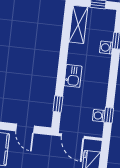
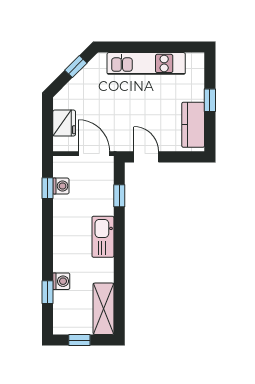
kitchen sink: (73, 76) -> (103, 237), width x1.38
door: (25, 128) -> (146, 157), moved

